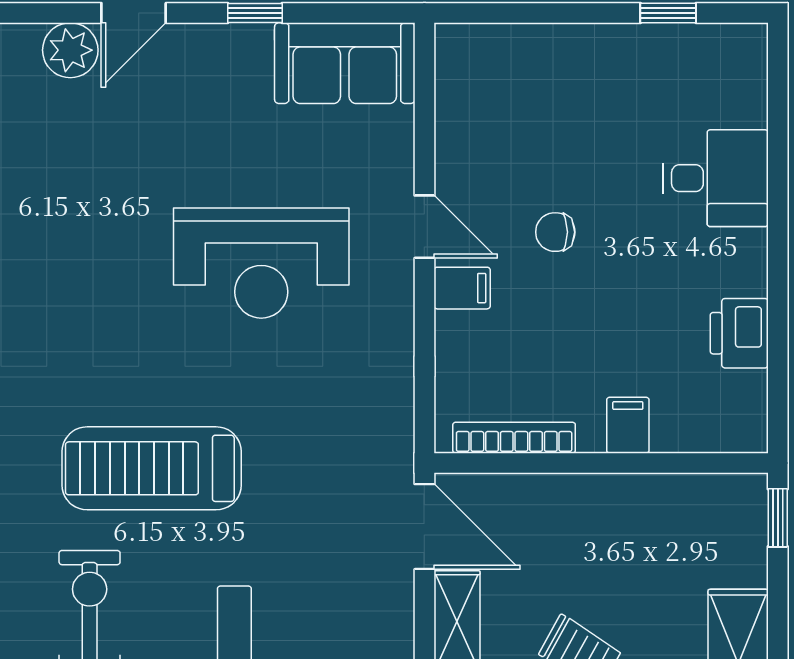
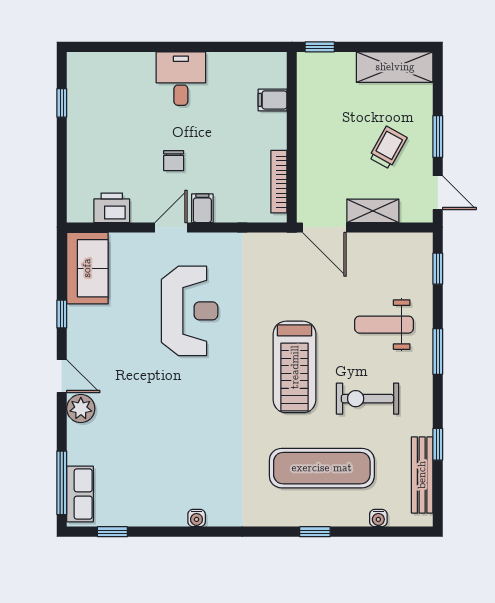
desk: (716, 178) -> (181, 79), moved
printer: (739, 333) -> (112, 208), moved, turned 180
filing cabinet: (628, 425) -> (272, 100), moved
door: (424, 527) -> (324, 227), swing flipped

